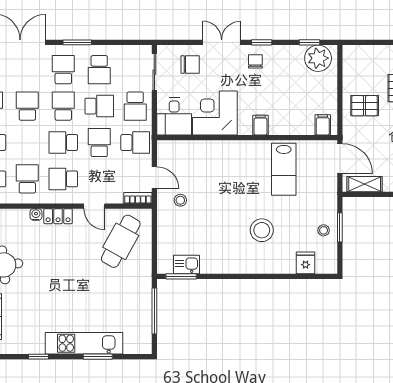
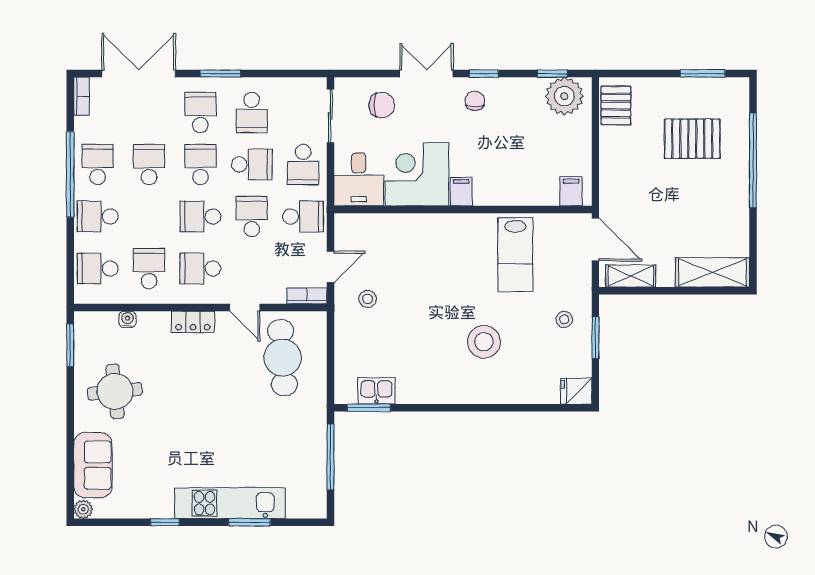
pallet: (365, 106) -> (616, 105), moved, turned 90
filing cabinet: (260, 125) -> (461, 192), moved
door: (154, 178) -> (330, 267), hinge flipped
water cooler: (36, 215) -> (128, 319), moved
stool: (324, 230) -> (564, 319), moved
cafe table: (121, 241) -> (282, 358), turned -33
fridge: (306, 263) -> (576, 391), moved, turned -90

